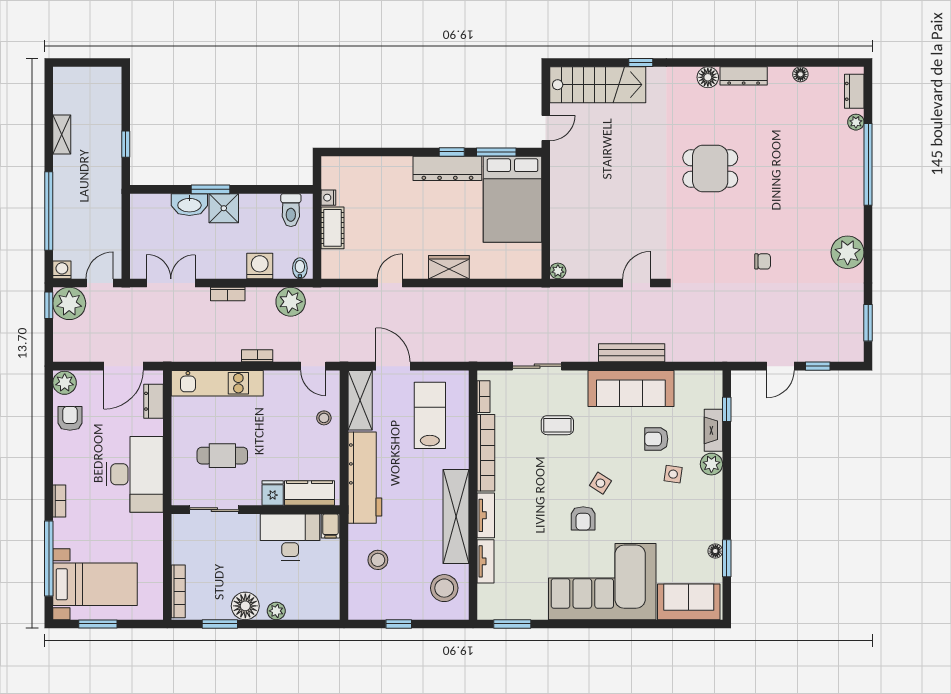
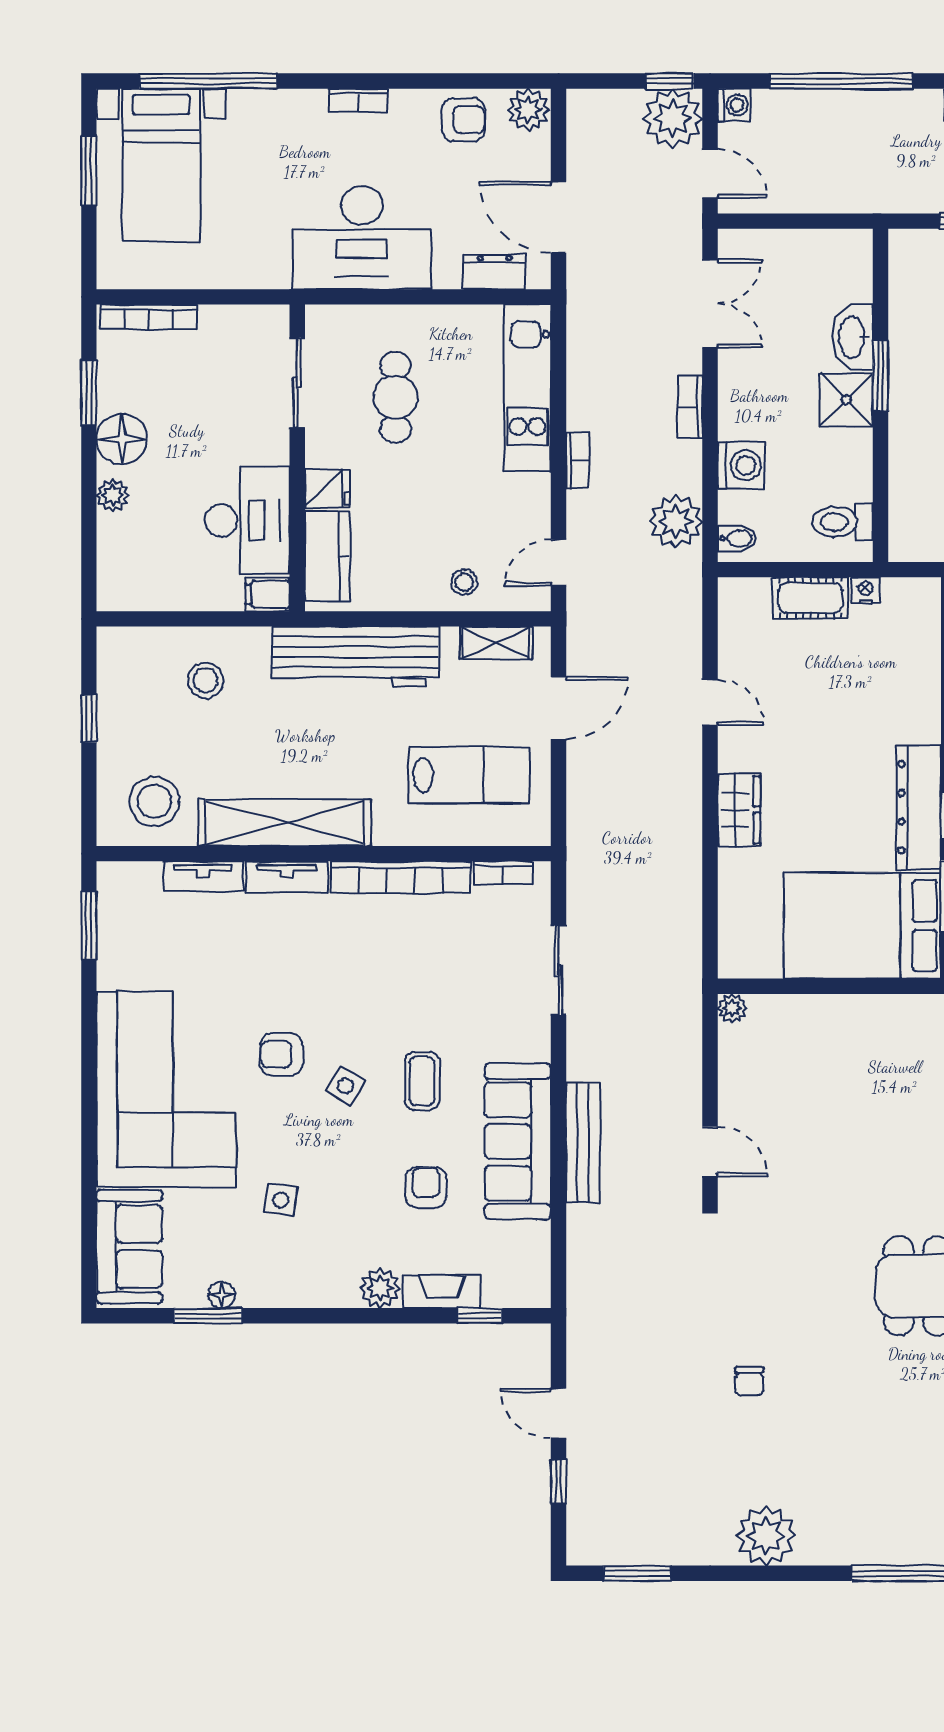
shelving: (360, 400) -> (496, 643), width x0.67, depth x0.75
coffee table: (557, 425) -> (422, 1081), moved
side table: (673, 474) -> (281, 1200), moved
bookcase: (59, 501) -> (358, 100), moved

